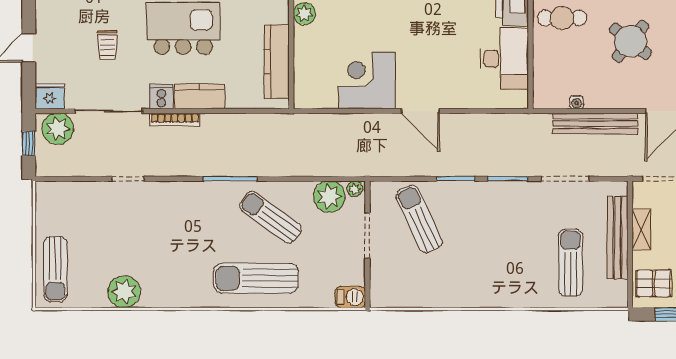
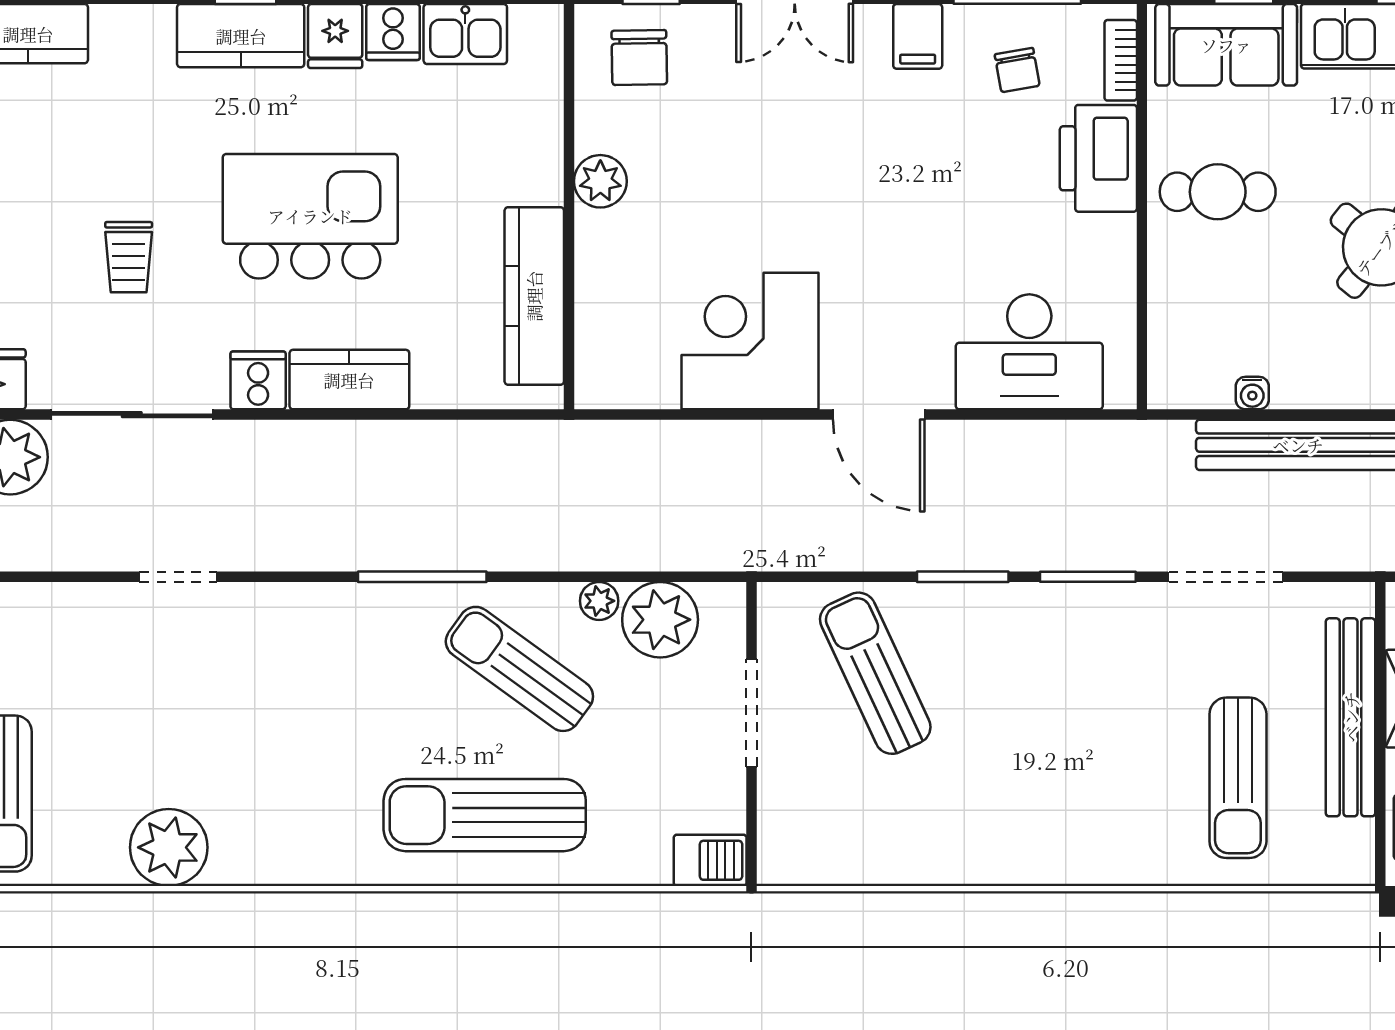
desk: (504, 59) -> (1029, 352), moved, turned 90
bookcase: (175, 120) -> (290, 435), removed
plant: (355, 189) -> (599, 601), moved
sun lounger: (570, 263) -> (1238, 778), turned 180

